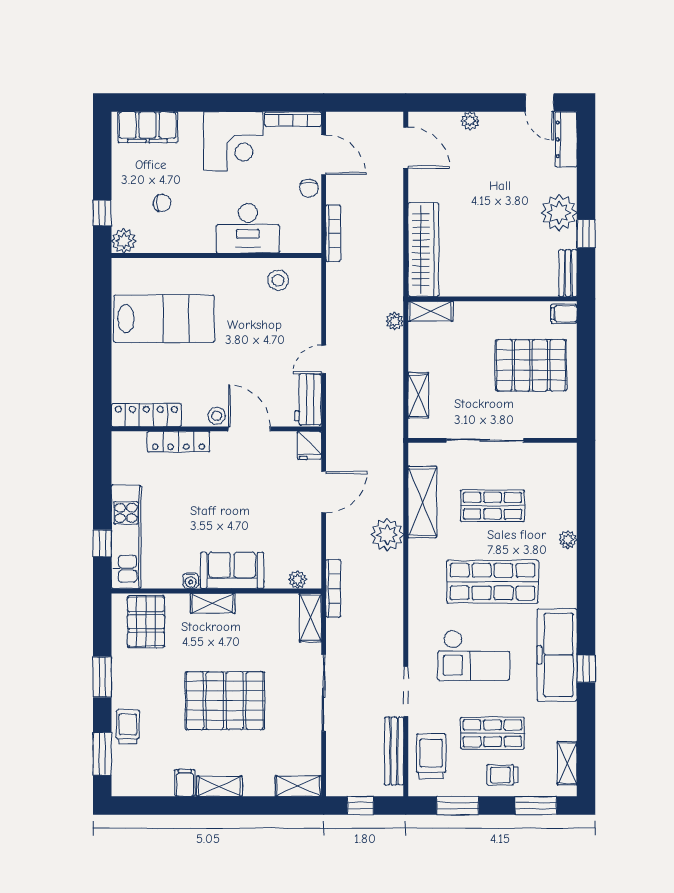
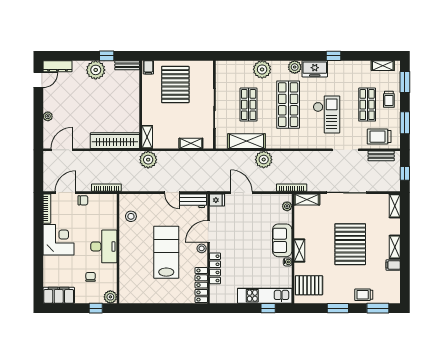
filing cabinet: (148, 127) -> (59, 295), moved, turned -90
desk: (248, 228) -> (104, 246), moved
lab bench: (164, 319) -> (166, 252), moved
plant: (395, 321) -> (148, 160), width x1.88, depth x1.88
plant: (568, 540) -> (262, 69), width x1.87, depth x1.87
plant: (564, 594) -> (295, 67), added
freezer: (557, 655) -> (315, 69), width x0.52, depth x0.79
bench: (394, 751) -> (381, 156), width x0.73

